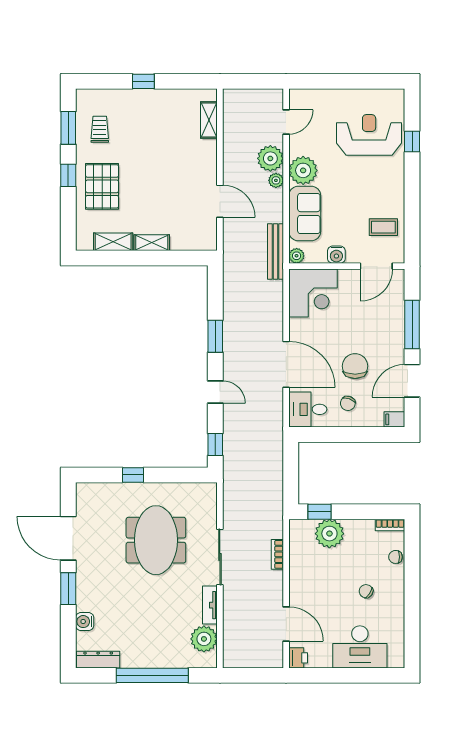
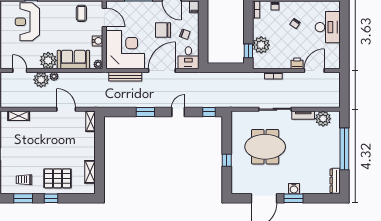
door: (220, 201) -> (66, 109), hinge flipped
shelving: (152, 243) -> (91, 121), moved
bench: (276, 251) -> (125, 77), moved
corner desk: (313, 293) -> (125, 50), width x1.36, depth x1.36
water cooler: (85, 622) -> (294, 189), moved
printer: (298, 658) -> (297, 63), moved

